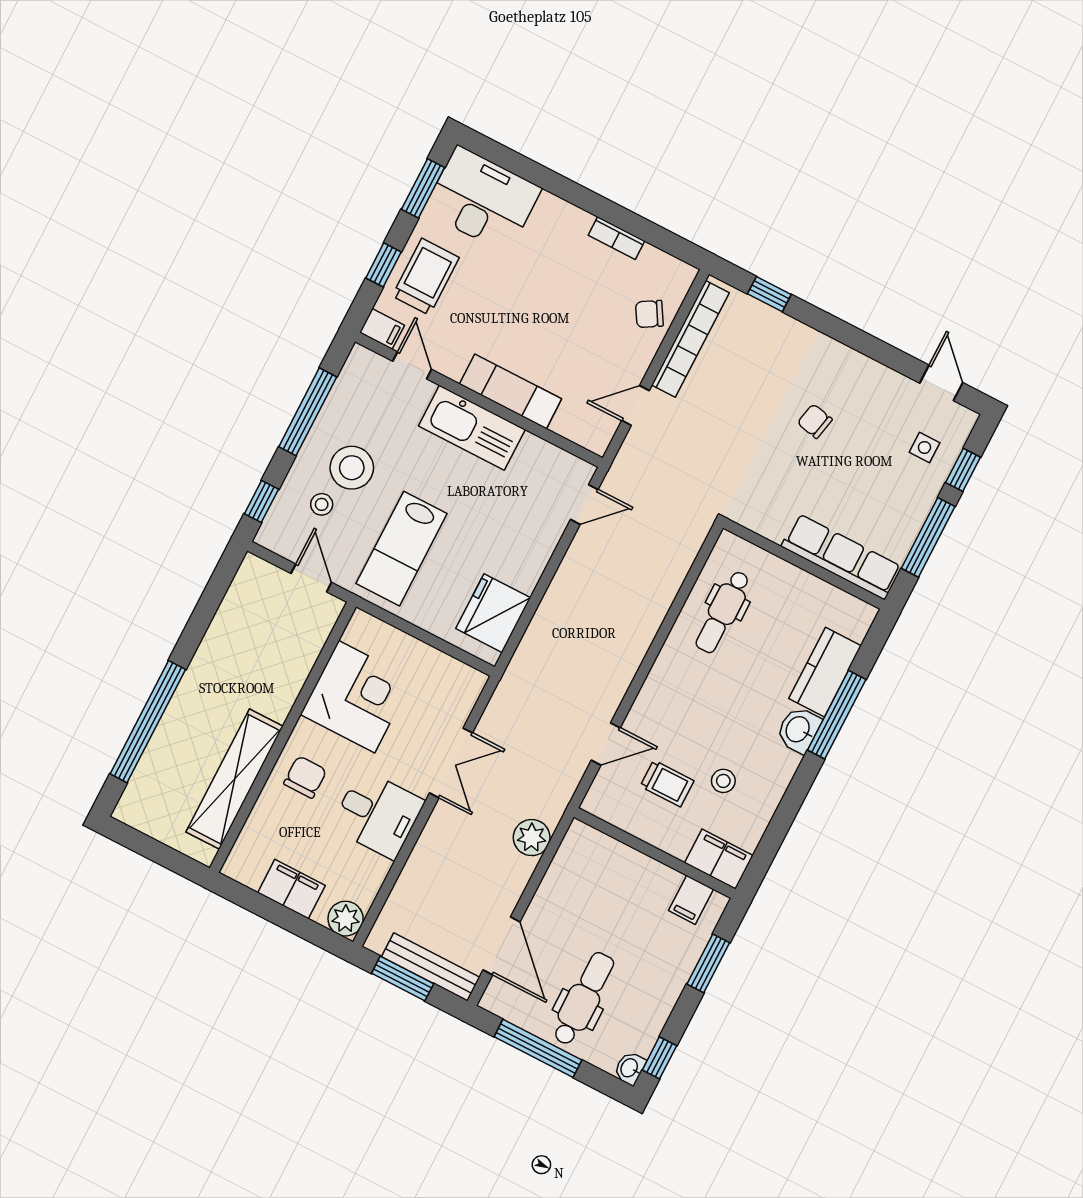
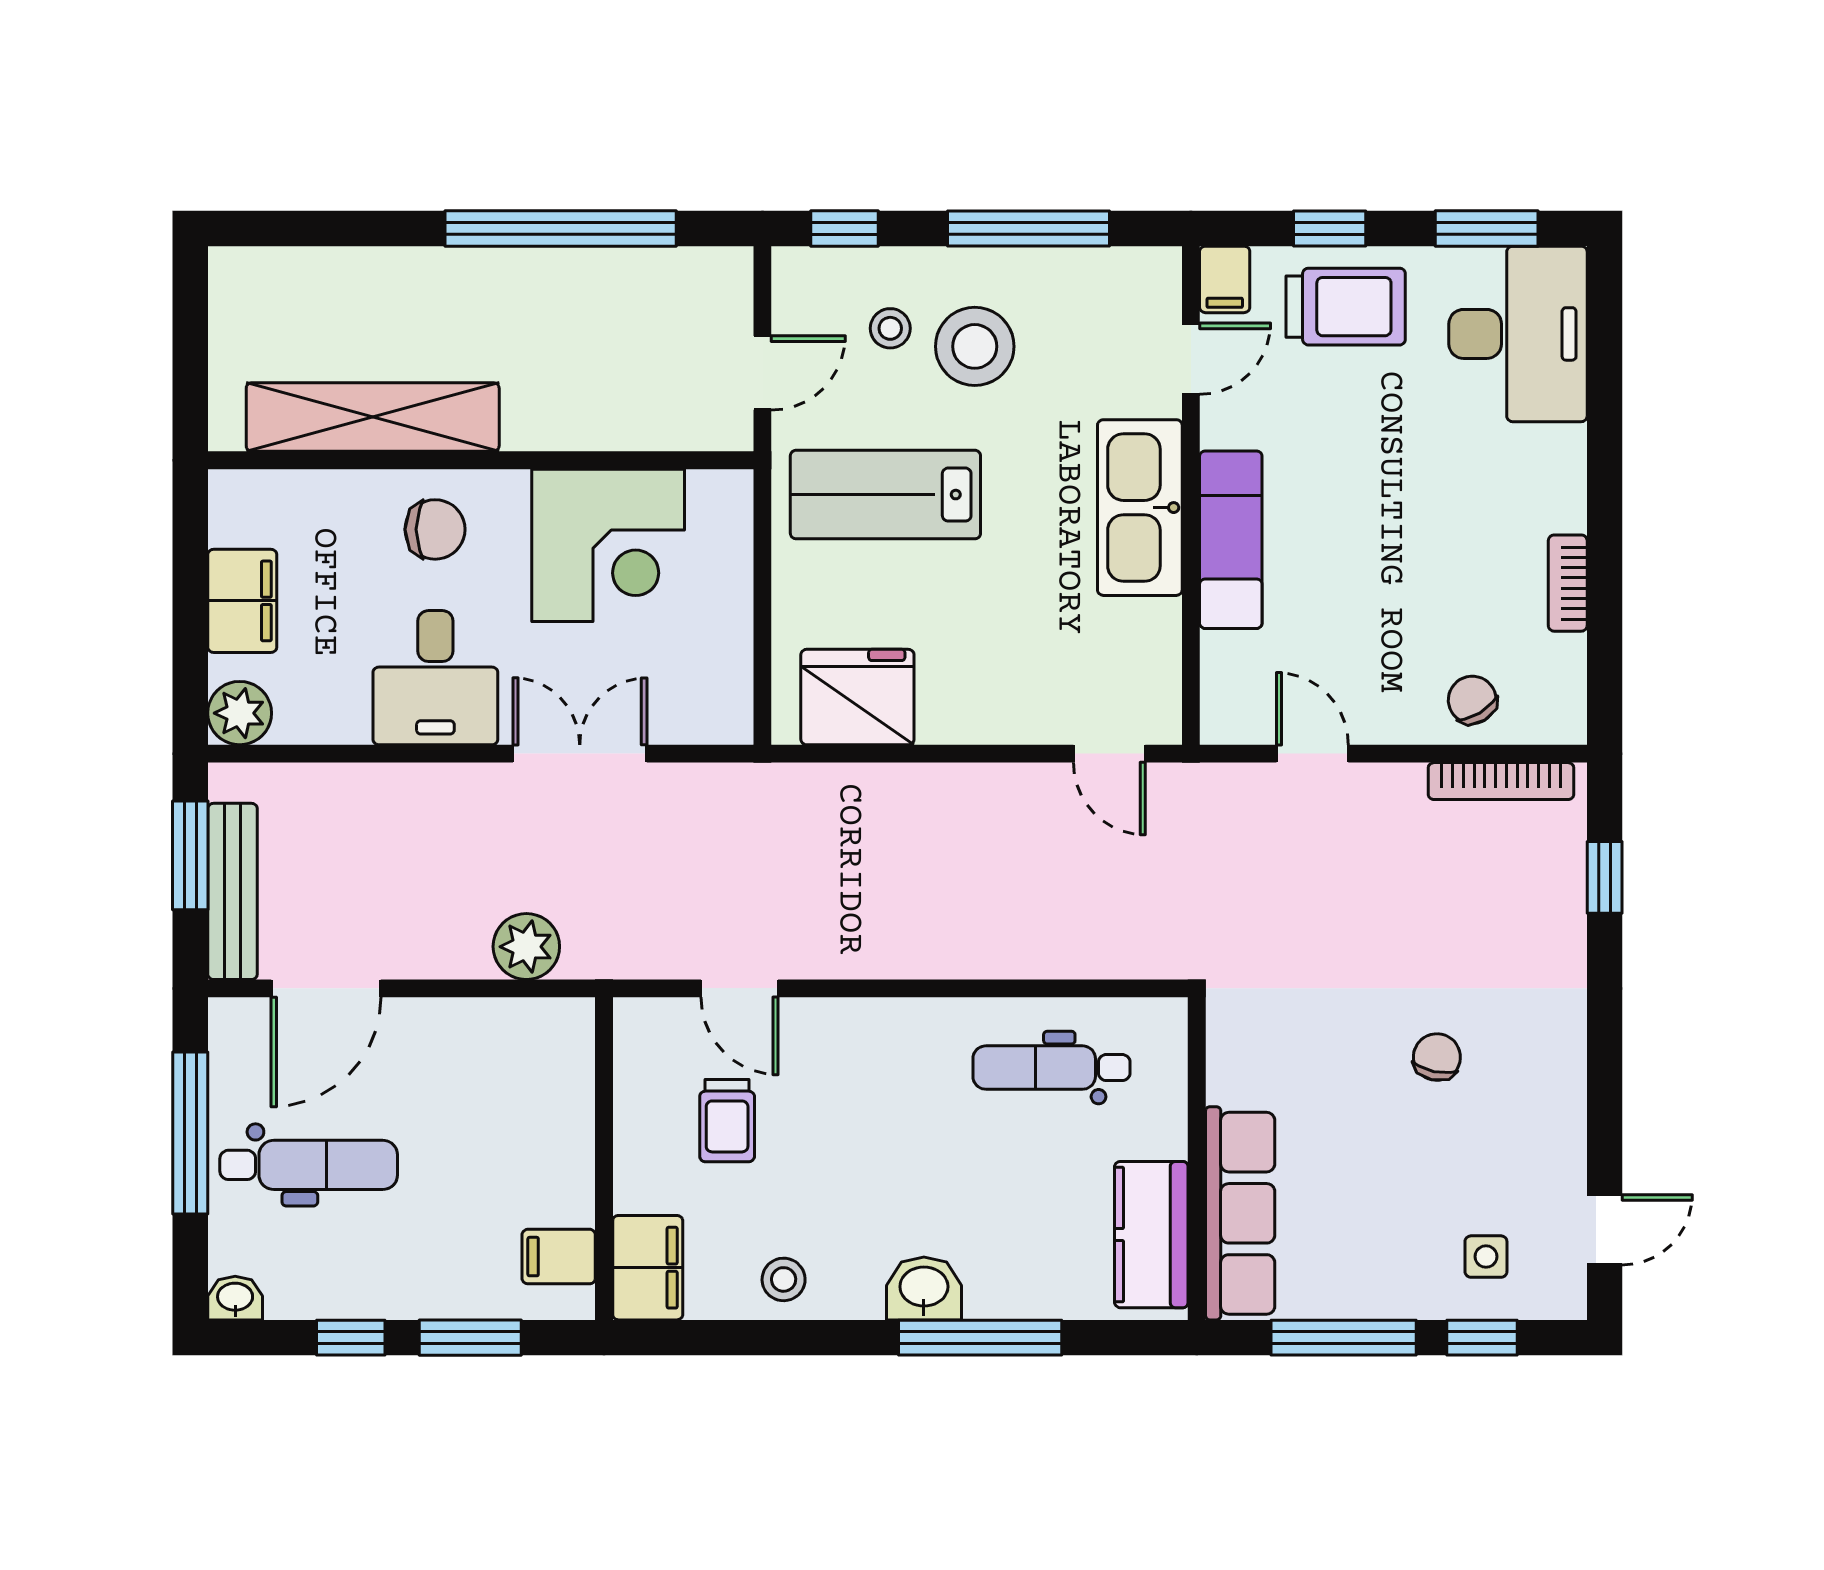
bookcase: (690, 339) -> (1501, 781), width x0.68, depth x0.76
kitchen counter: (825, 672) -> (1151, 1235), moved, turned -90
window: (148, 722) -> (561, 228), moved
double door: (451, 763) -> (580, 754), swing flipped
stool: (723, 781) -> (784, 1279), moved
window: (659, 1058) -> (351, 1338), moved

